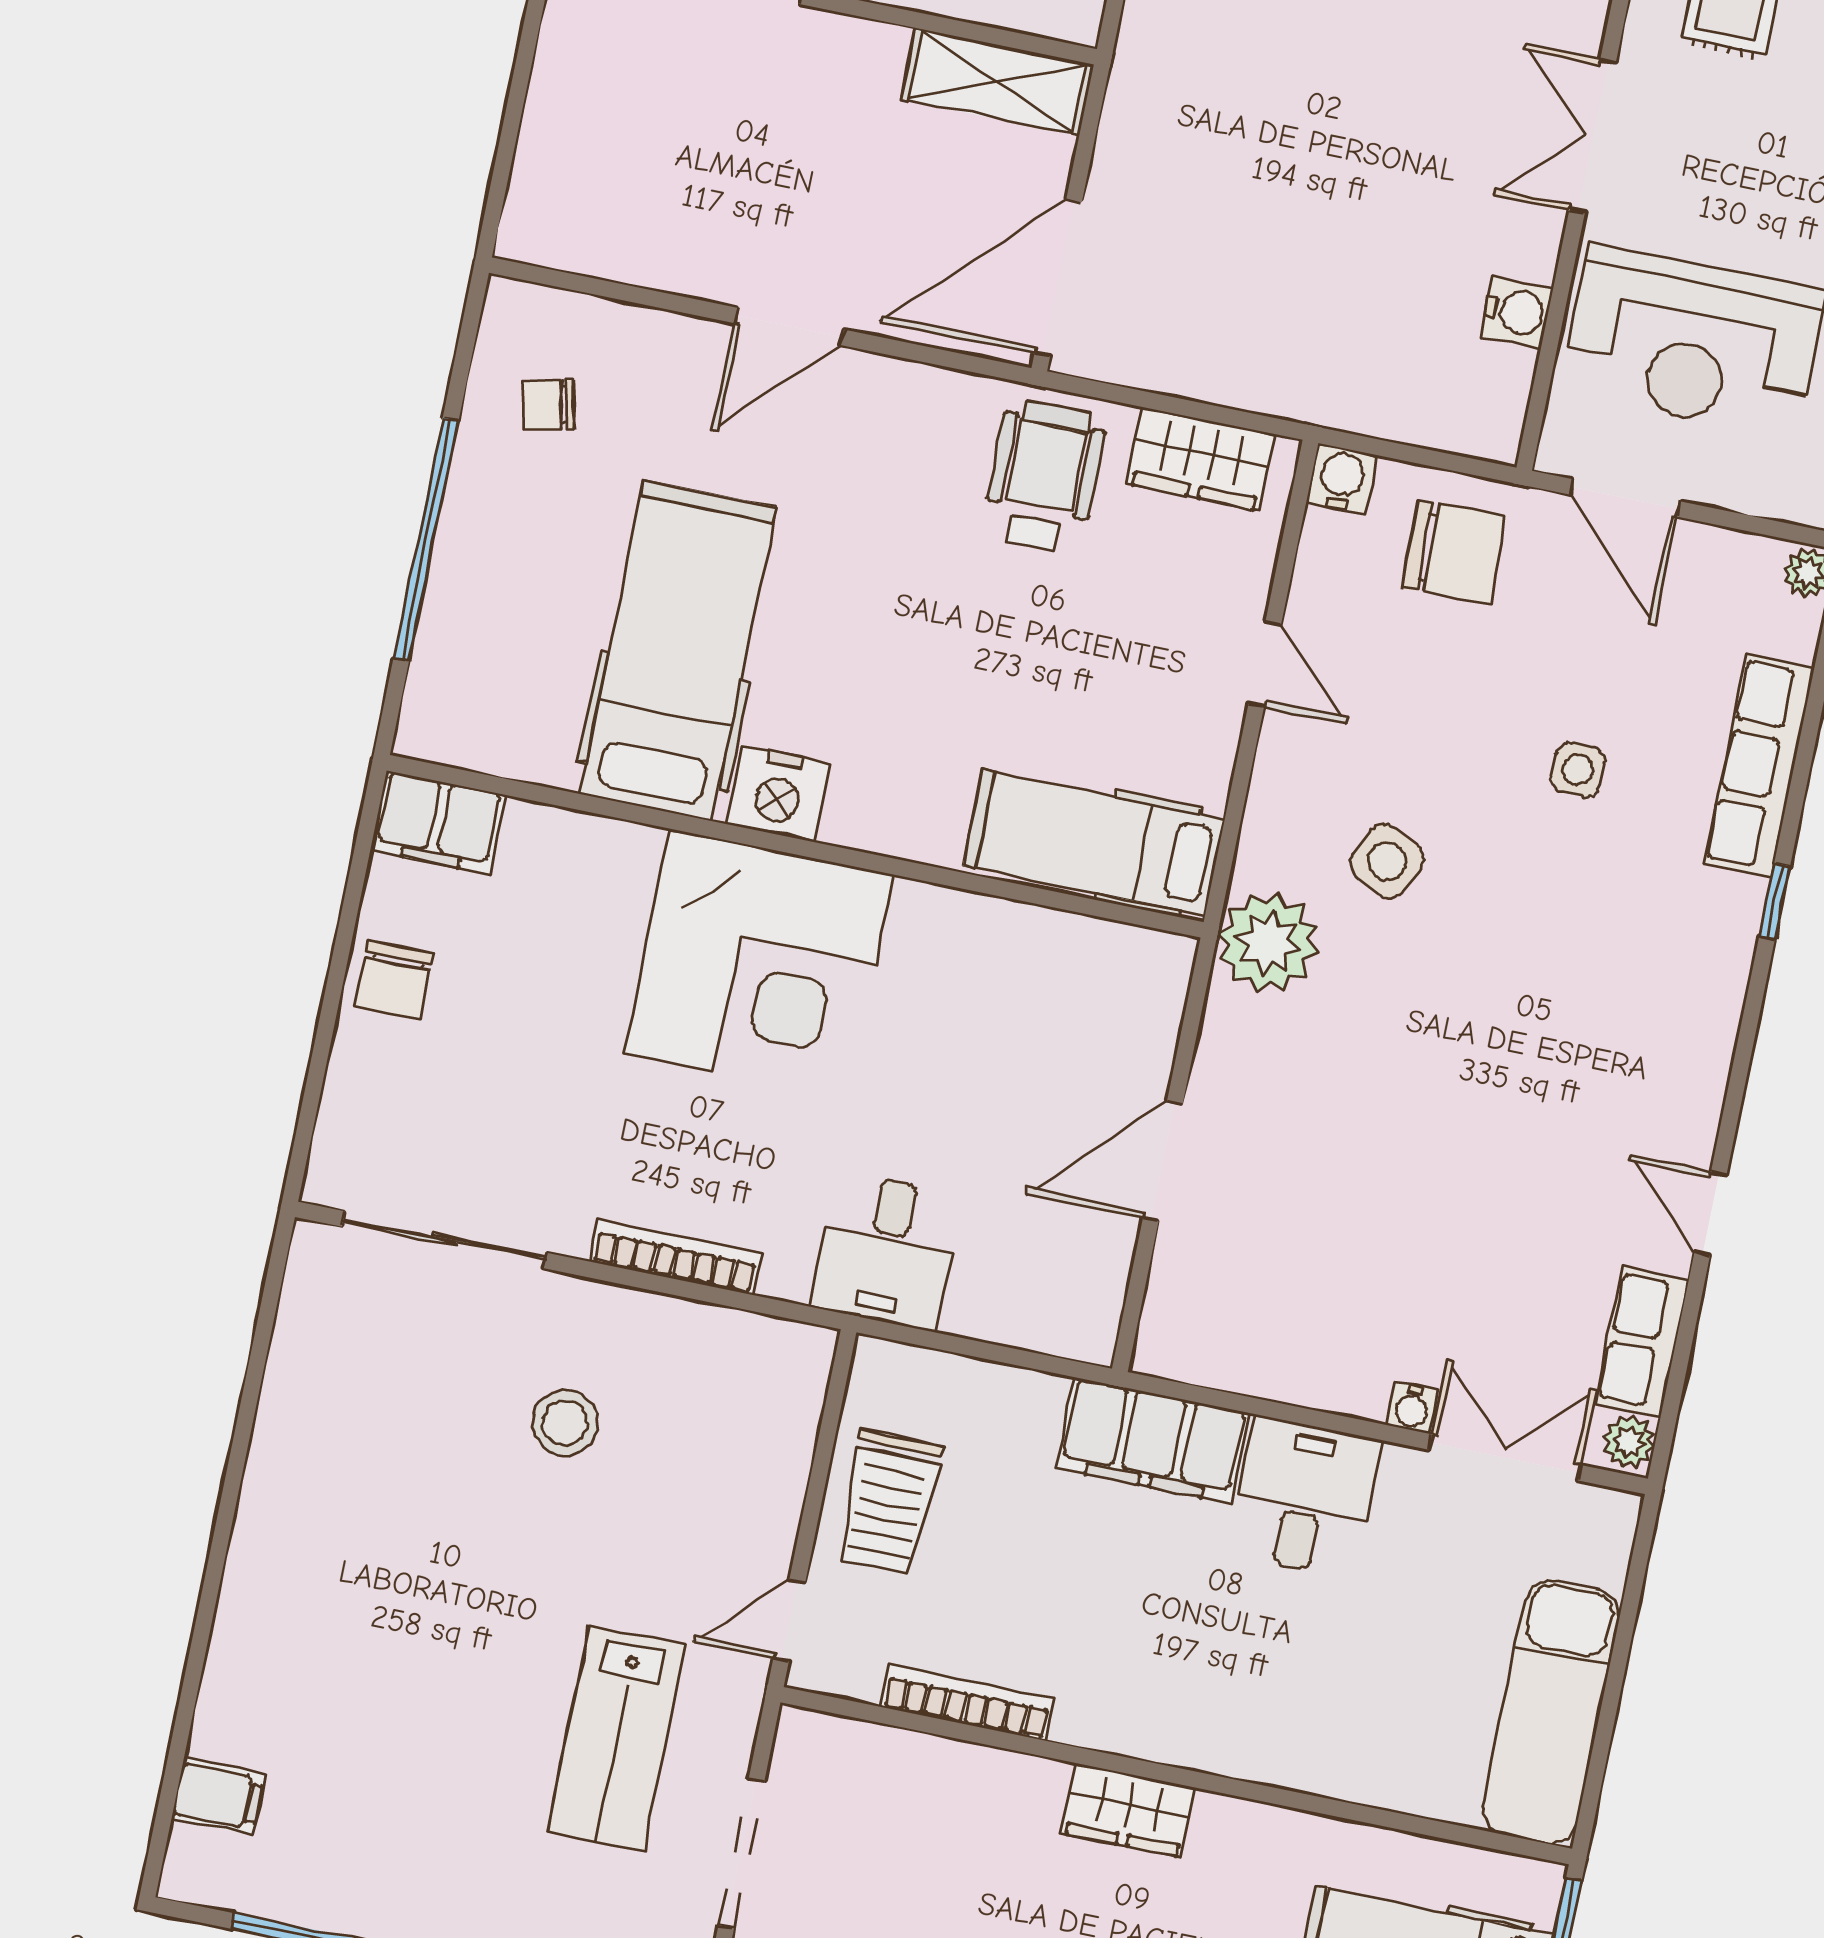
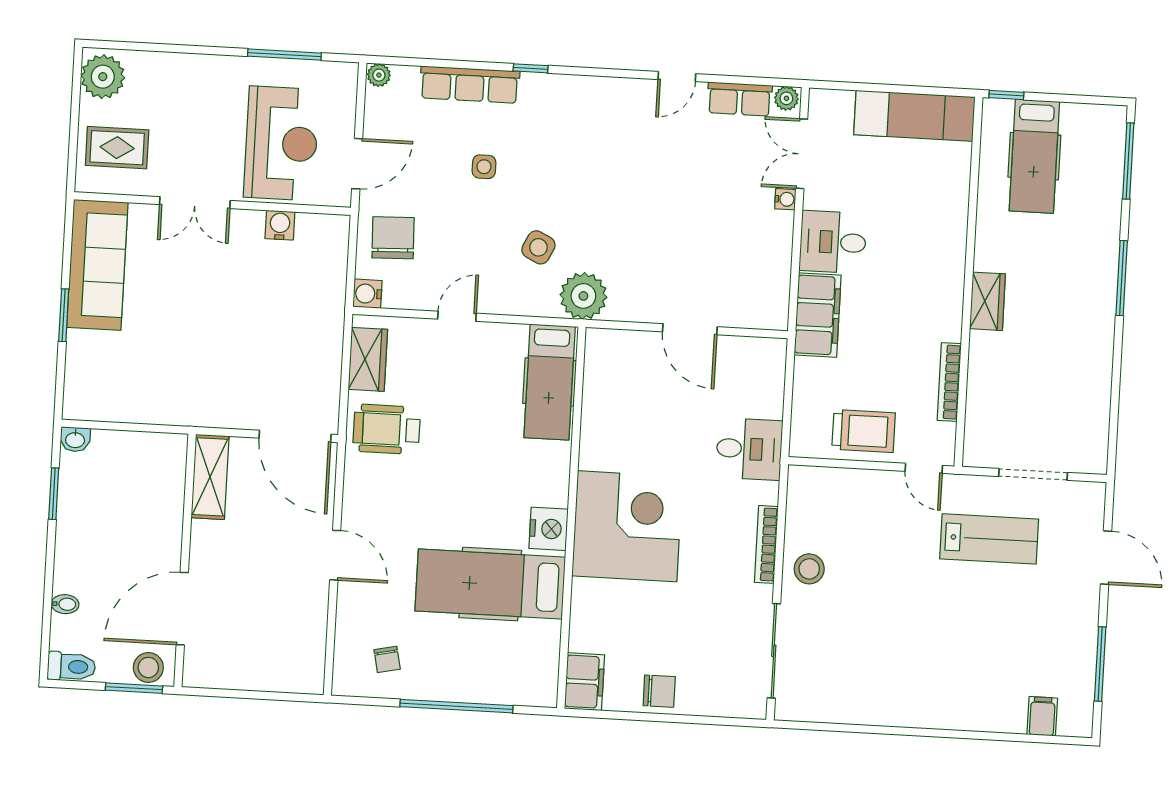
stool: (565, 1423) -> (809, 569), moved

